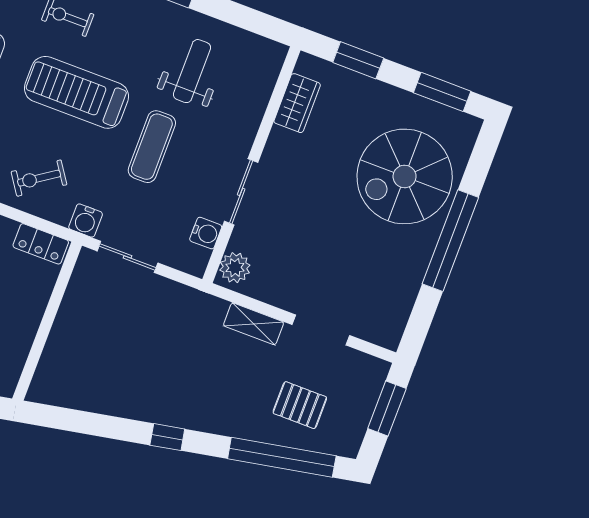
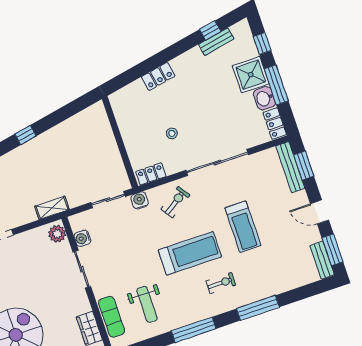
exercise mat: (152, 147) -> (112, 317), moved
shelving: (254, 324) -> (52, 208), moved

